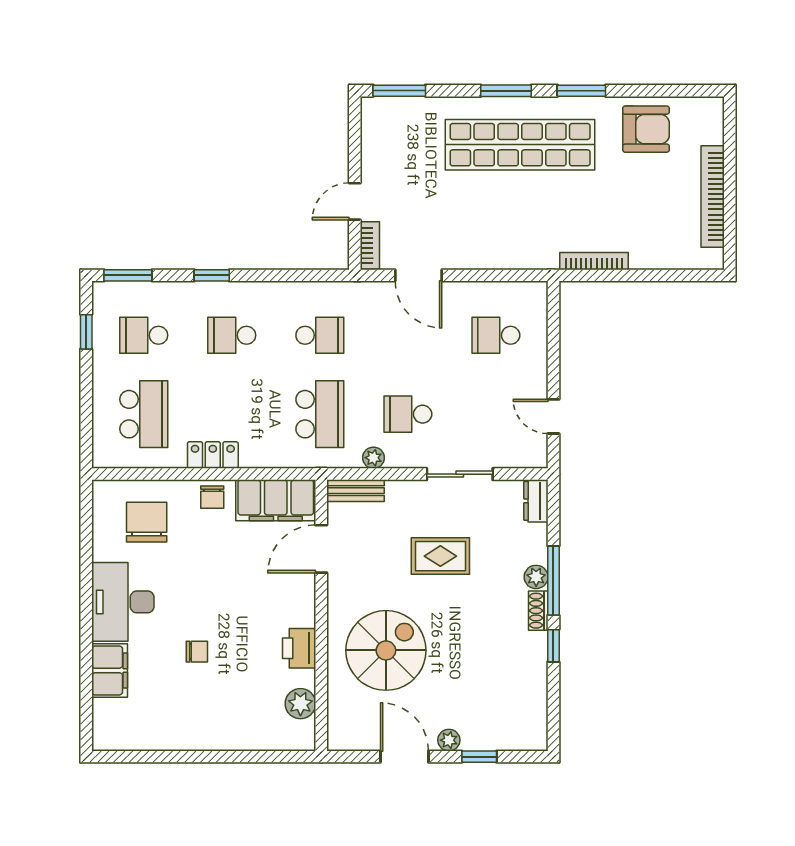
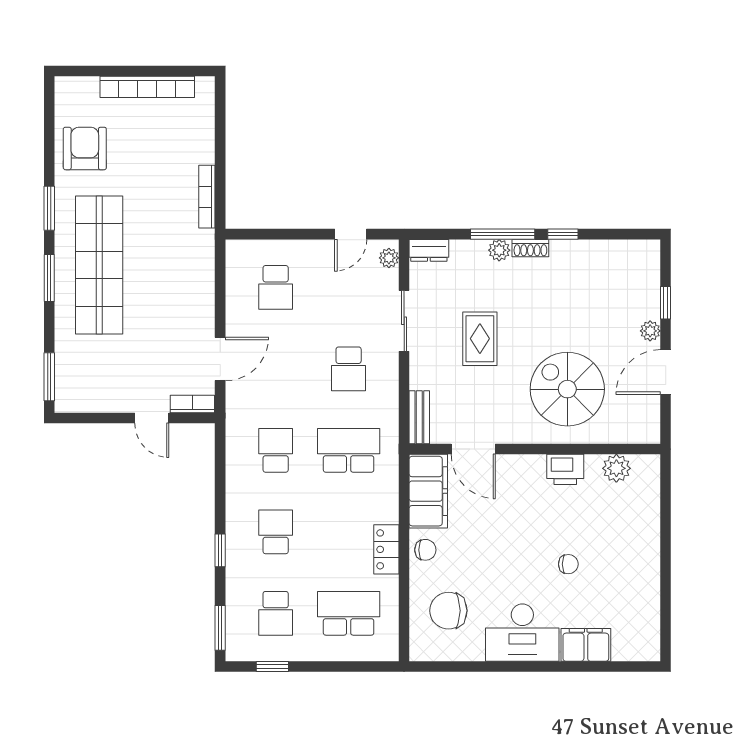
school desk: (232, 335) -> (276, 532), turned 180
plant: (373, 458) -> (389, 258), moved
chair: (197, 652) -> (568, 564), turned 90

